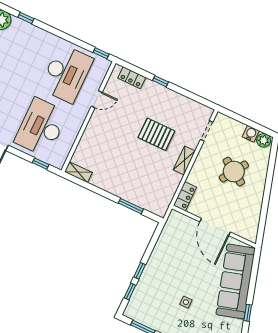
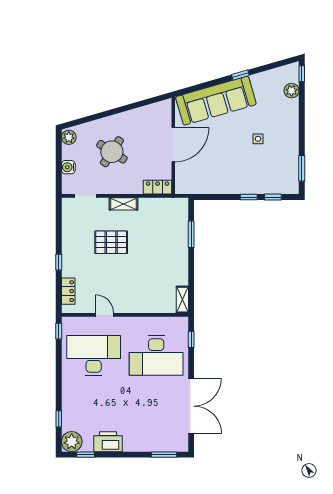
pallet: (156, 134) -> (111, 242), turned 90
water cooler: (251, 134) -> (68, 167), moved

